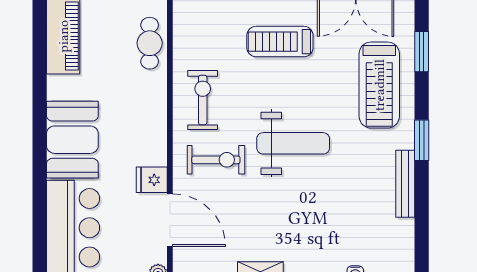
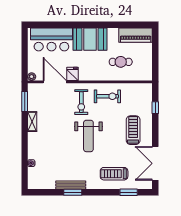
cafe table: (150, 43) -> (121, 62), moved
treadmill: (379, 85) -> (114, 174), width x0.73, depth x0.73
window: (422, 140) -> (73, 192), moved
door: (170, 220) -> (55, 82), swing flipped

